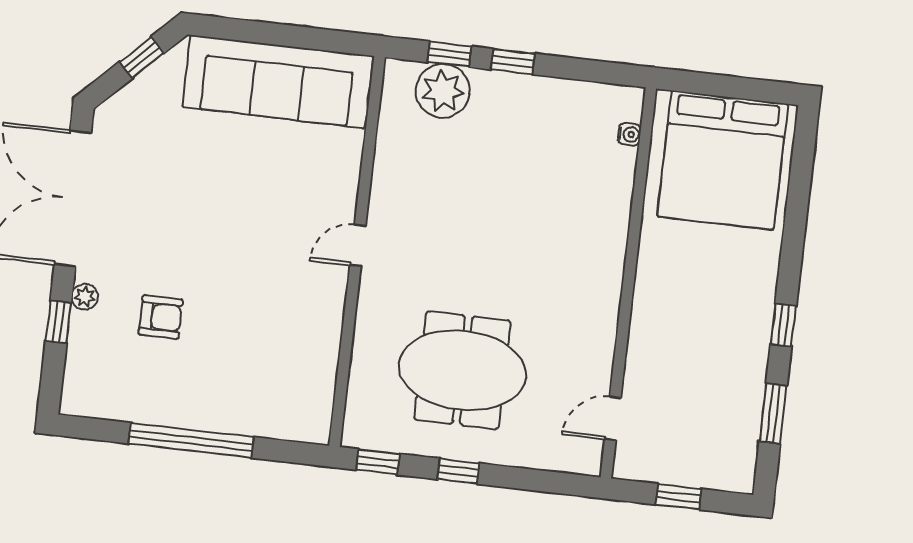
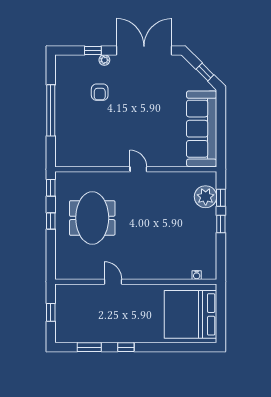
door: (613, 419) -> (113, 282), moved

